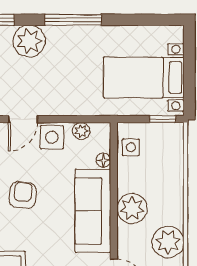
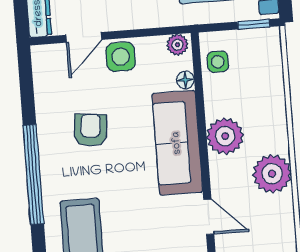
plant: (81, 131) -> (177, 45), moved

